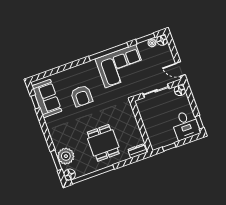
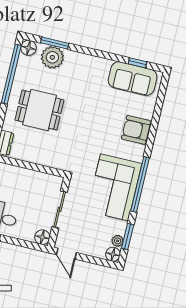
door: (180, 69) -> (66, 254), swing flipped
armchair: (82, 96) -> (136, 130), moved

